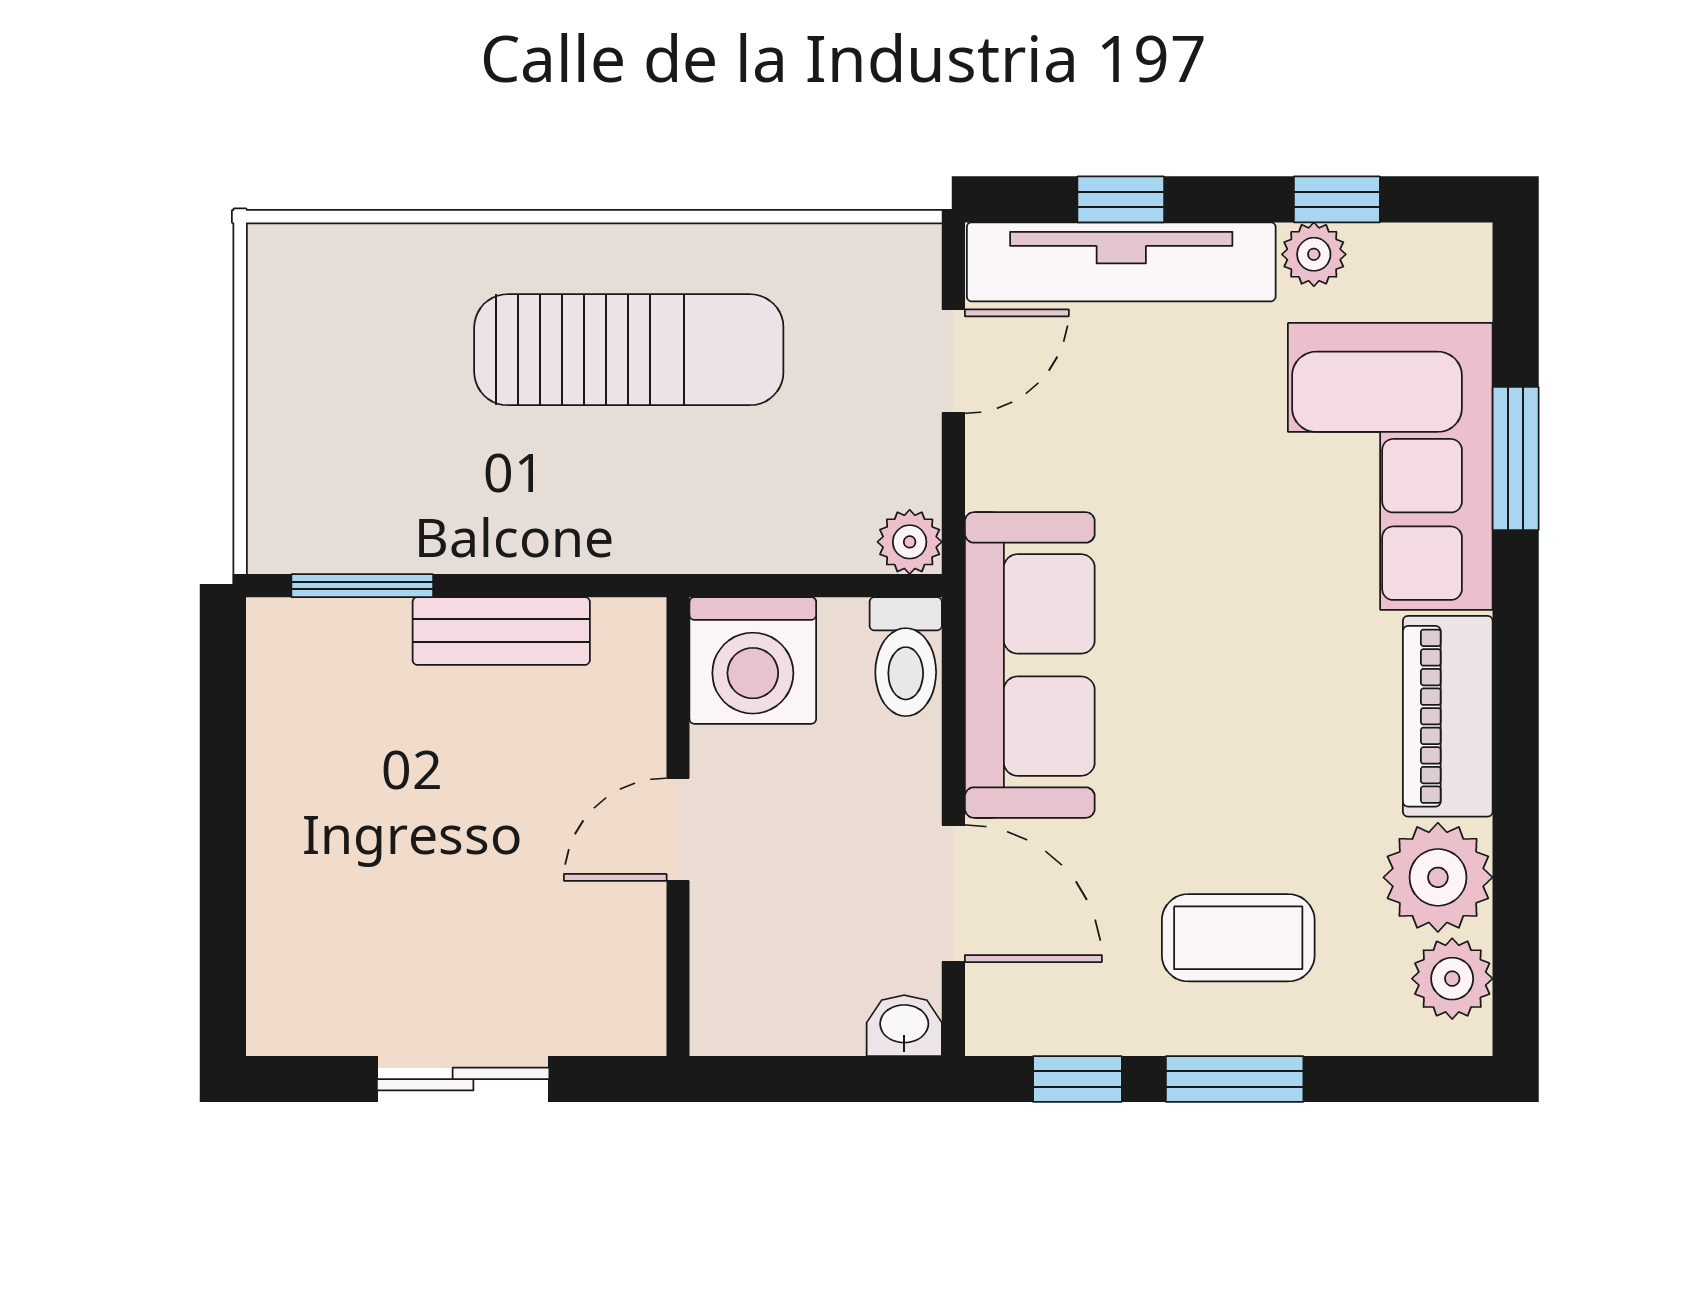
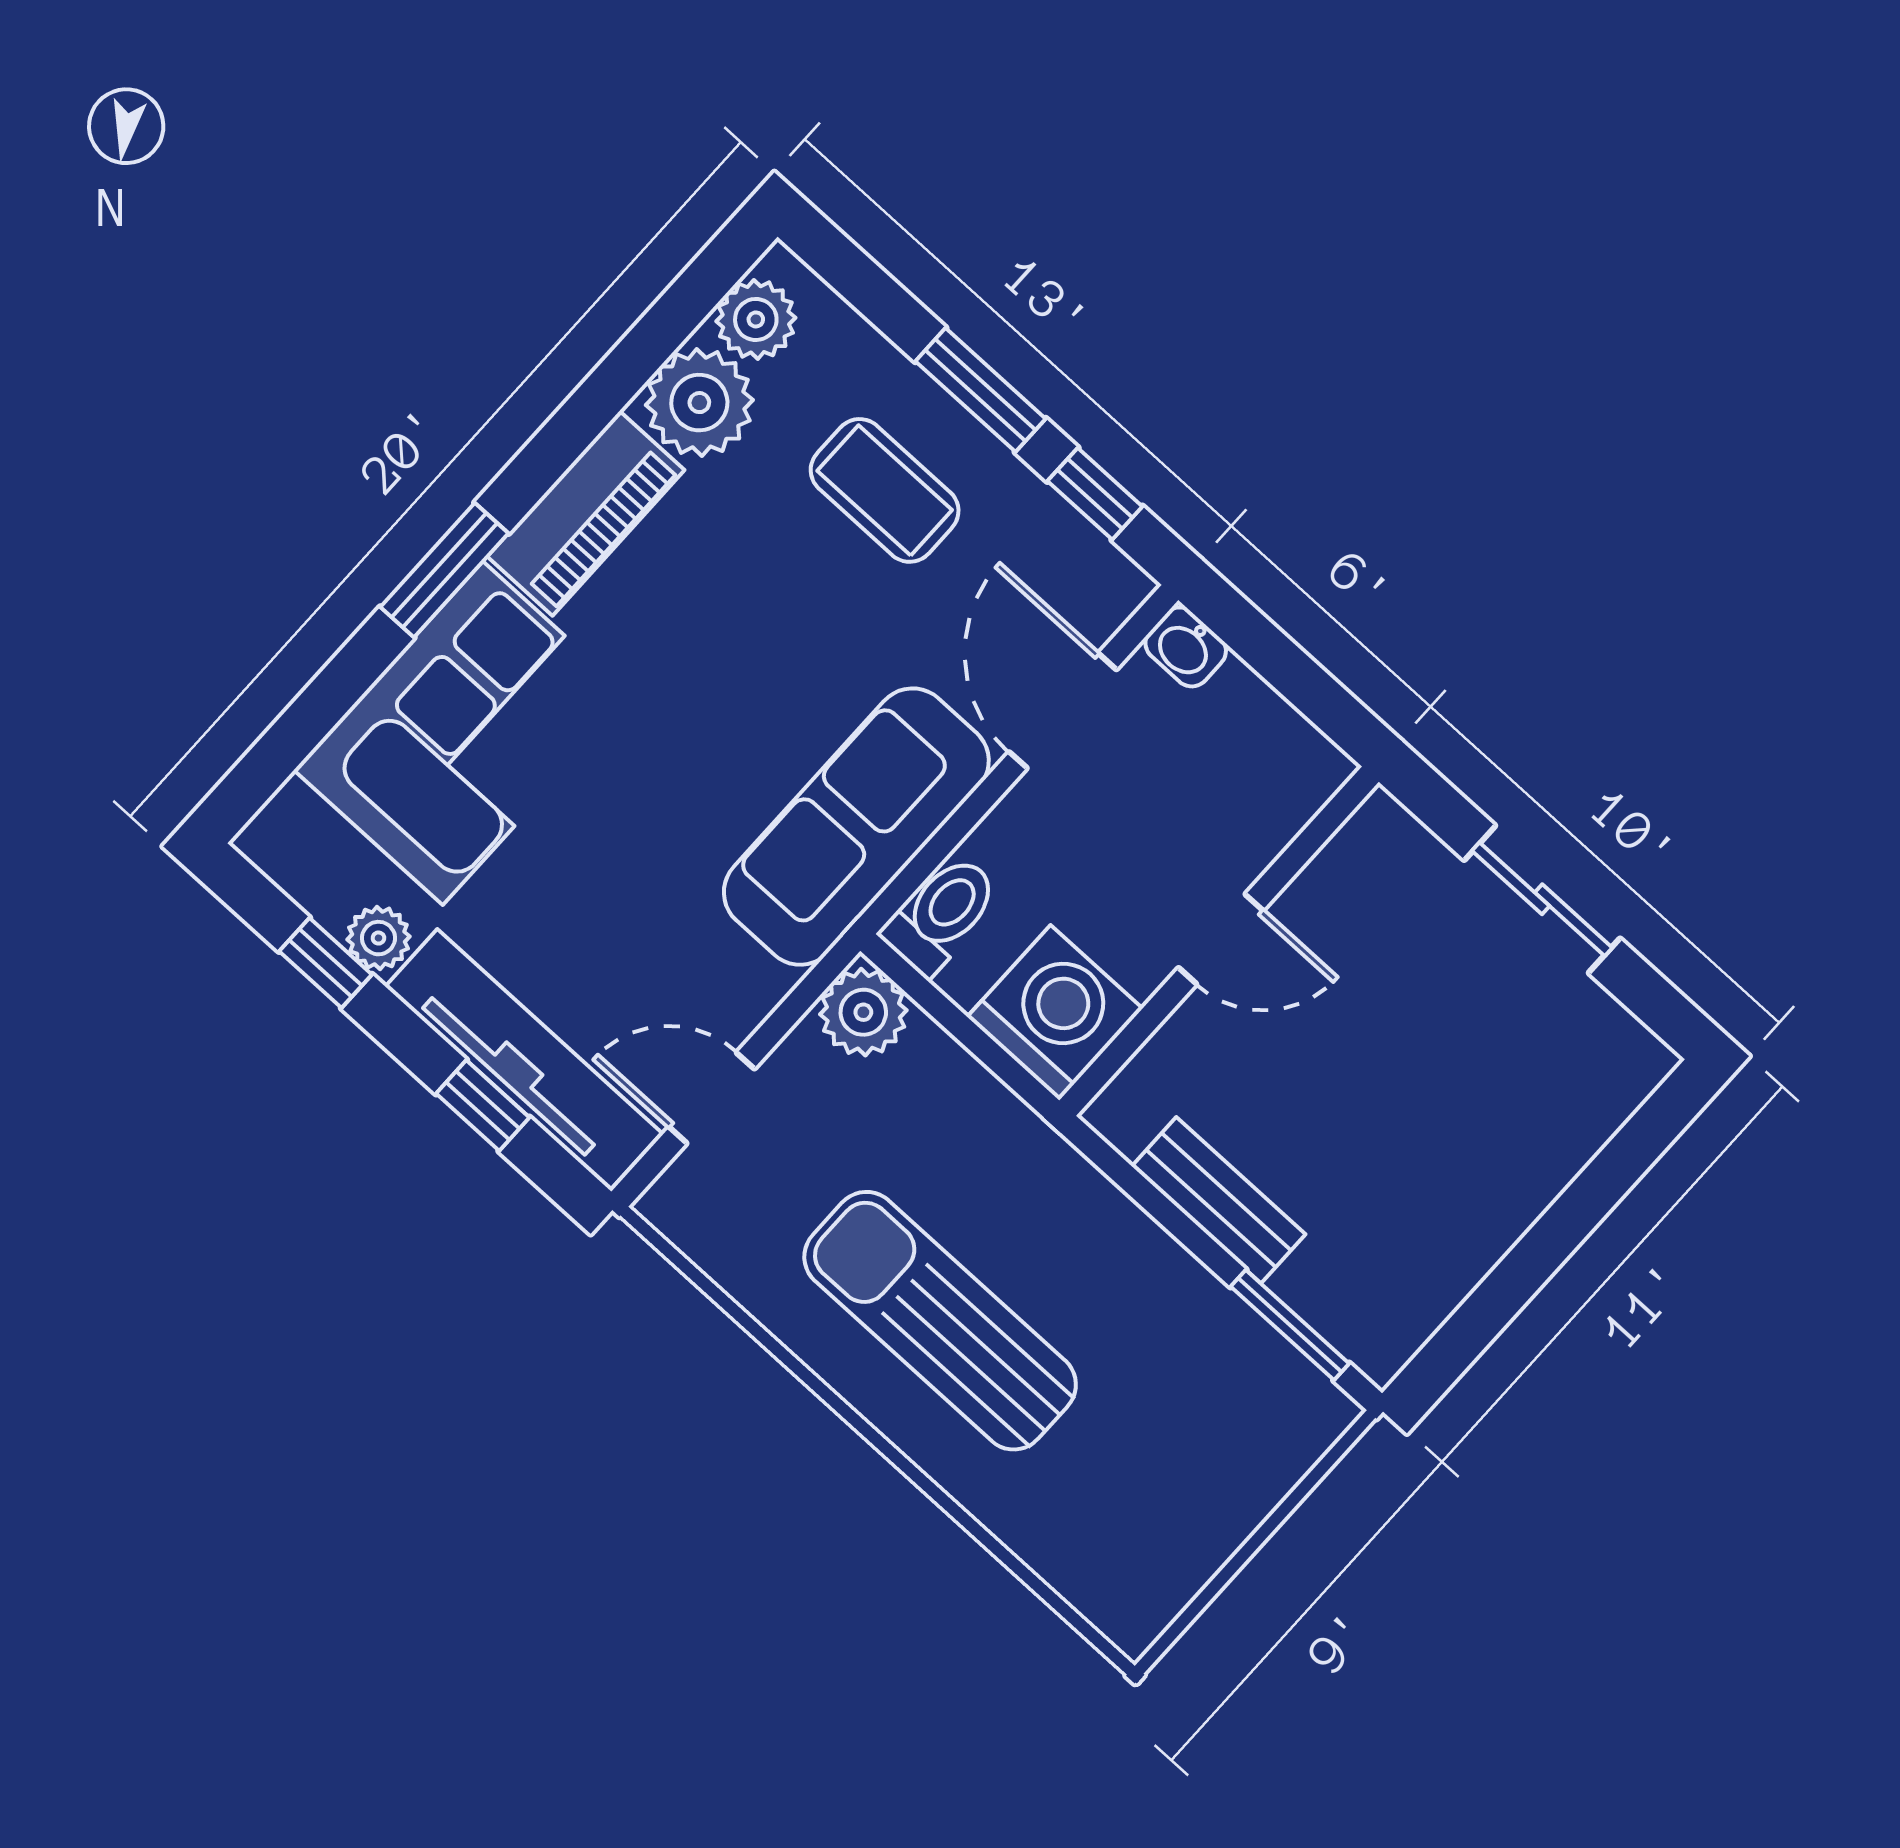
window: (1516, 459) -> (444, 570), moved
plant: (910, 542) -> (863, 1012), width x1.38, depth x1.38

